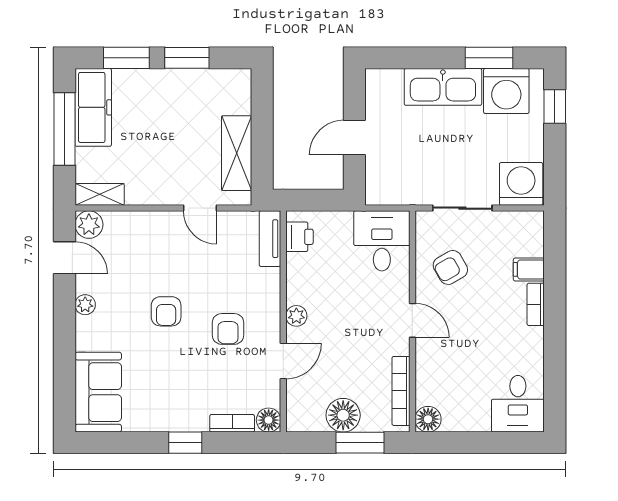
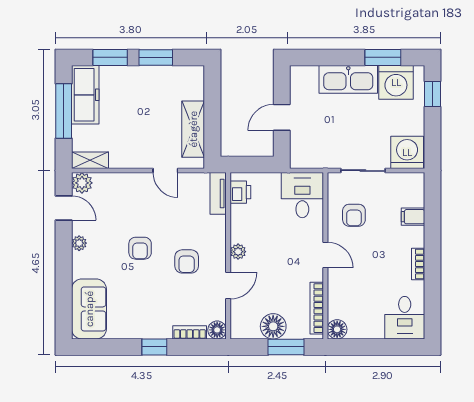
armchair: (450, 267) -> (354, 215), turned -60
bookcase: (536, 304) -> (418, 264), moved

